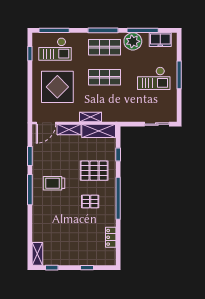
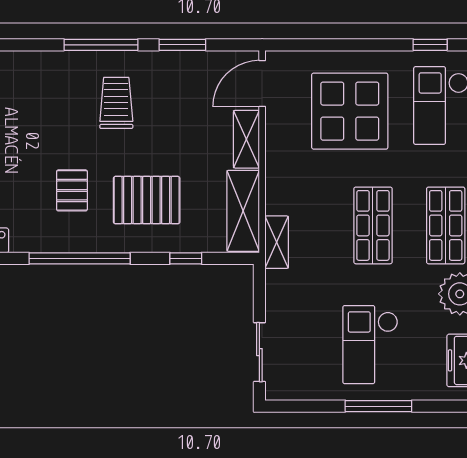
shelving: (91, 117) -> (277, 242), moved
door: (46, 123) -> (262, 84), hinge flipped
pallet: (94, 171) -> (147, 200), turned 90

